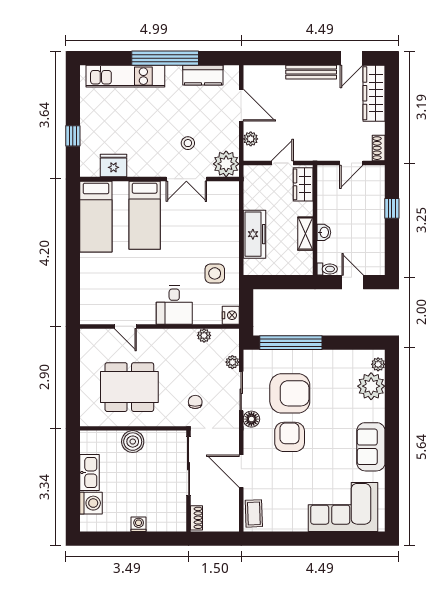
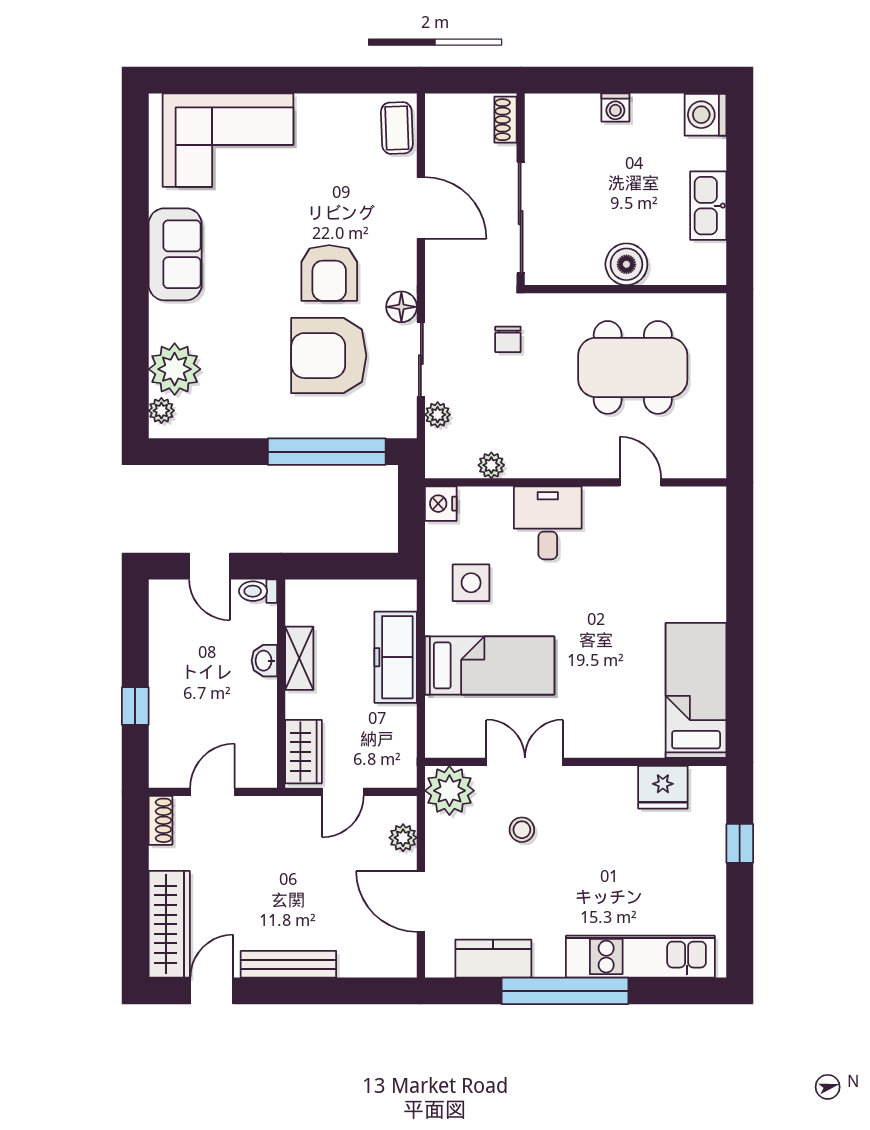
bed: (145, 215) -> (490, 665), moved, turned 90
washing machine: (91, 503) -> (705, 115), moved

